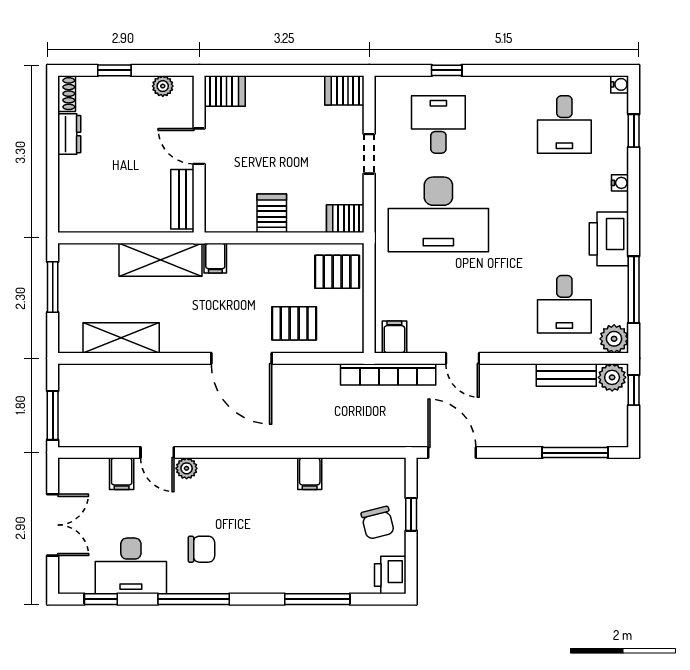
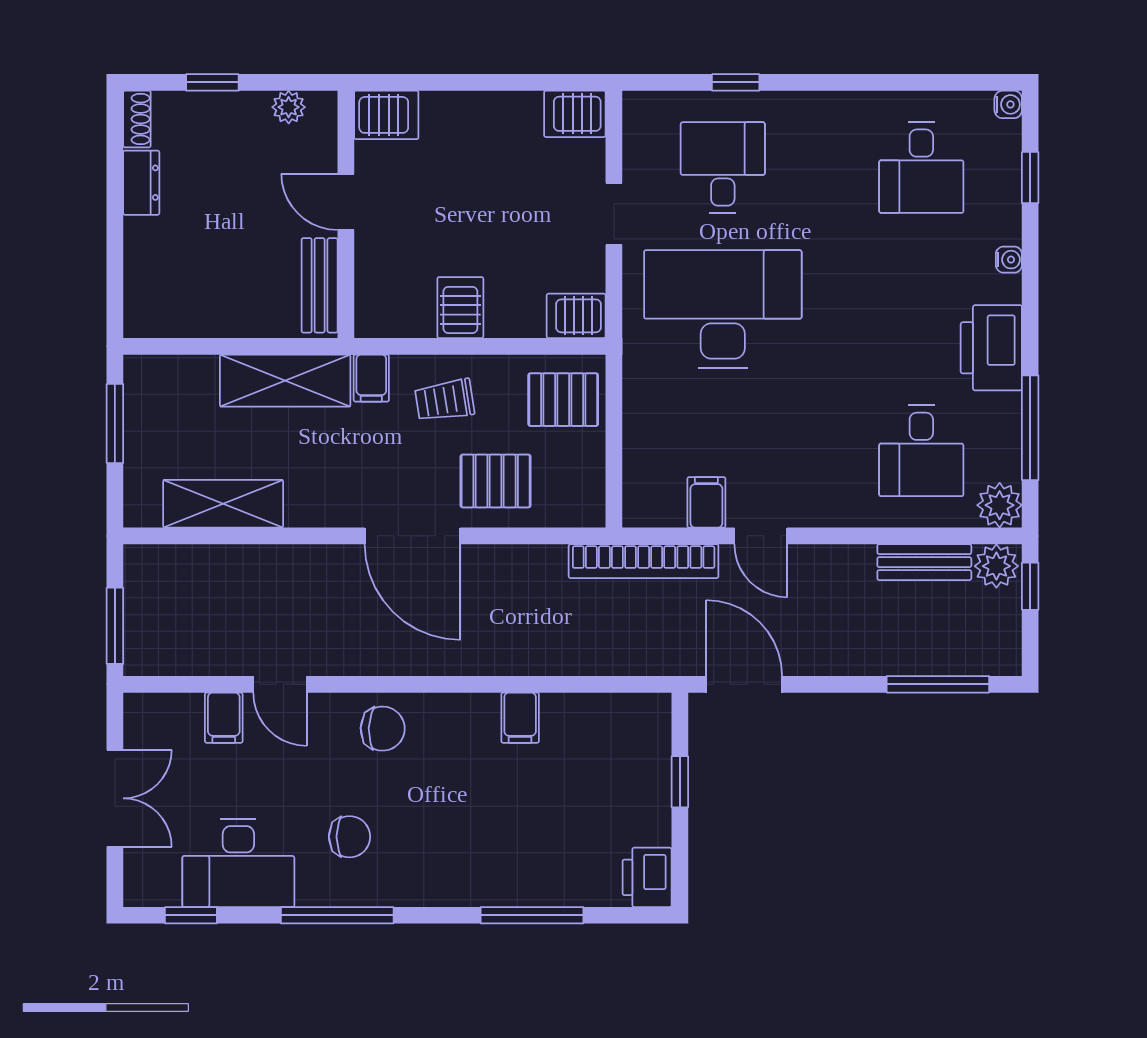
desk: (438, 214) -> (723, 309), turned 180
trolley: (262, 272) -> (445, 400), added
filing cabinet: (394, 337) -> (706, 502), moved
plant: (187, 468) -> (326, 709), removed
chair: (378, 523) -> (383, 729), moved, turned -74

